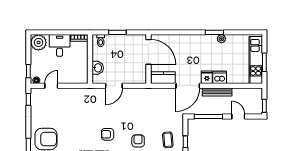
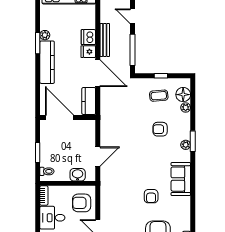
kitchen counter: (197, 41) -> (47, 62), added
door: (148, 52) -> (60, 117), hinge flipped
armchair: (73, 71) -> (82, 203), added
door: (114, 86) -> (98, 156), hinge flipped
door: (238, 117) -> (133, 16), hinge flipped
armchair: (108, 134) -> (151, 196), moved

